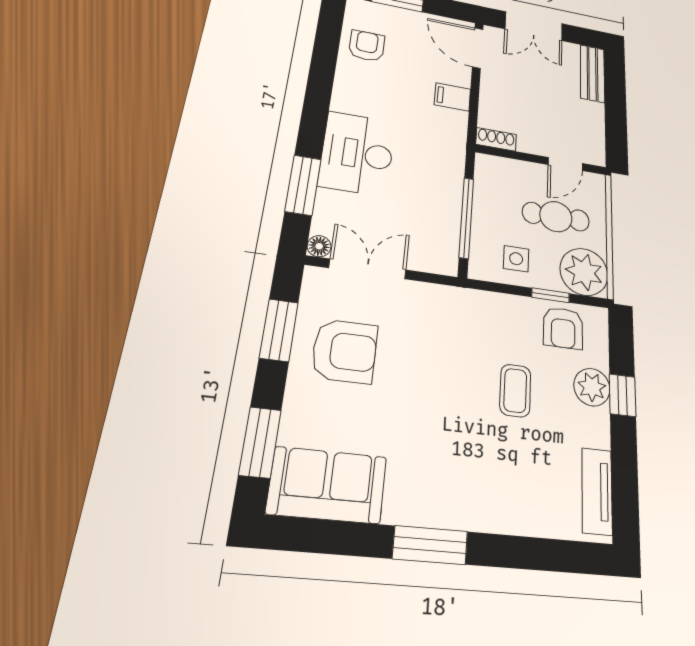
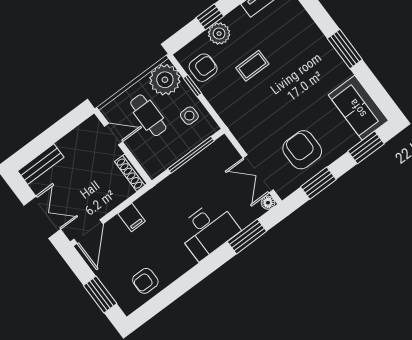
shoe rack: (496, 139) -> (131, 173), width x1.43

